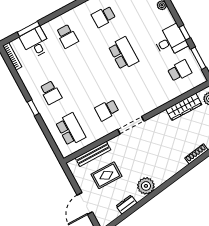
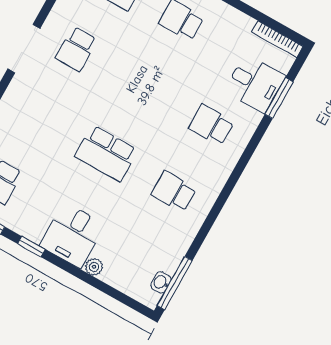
school desk: (103, 17) -> (174, 191), turned -90
desk: (170, 41) -> (72, 235), moved
school desk: (107, 110) -> (76, 49), turned 180

